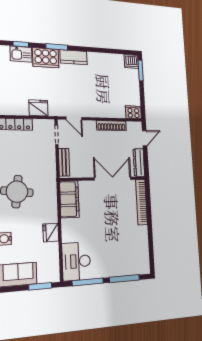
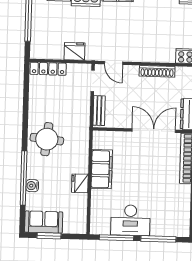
filing cabinet: (69, 199) -> (102, 169), moved
desk: (76, 261) -> (130, 220), moved, turned -90
window: (40, 286) -> (49, 236), moved

